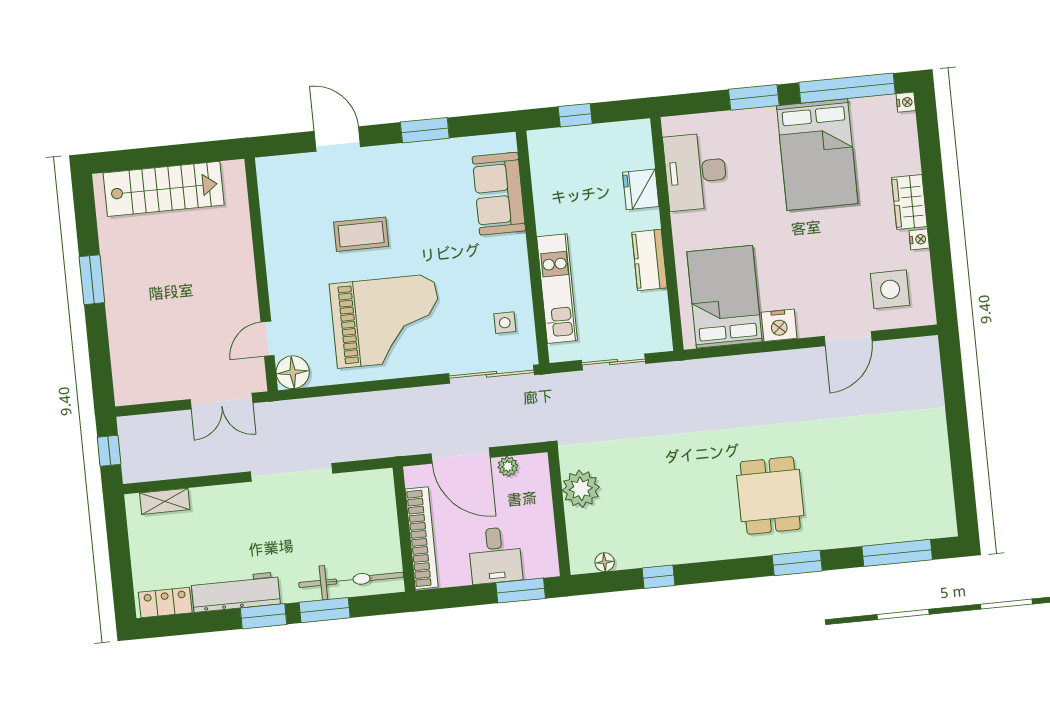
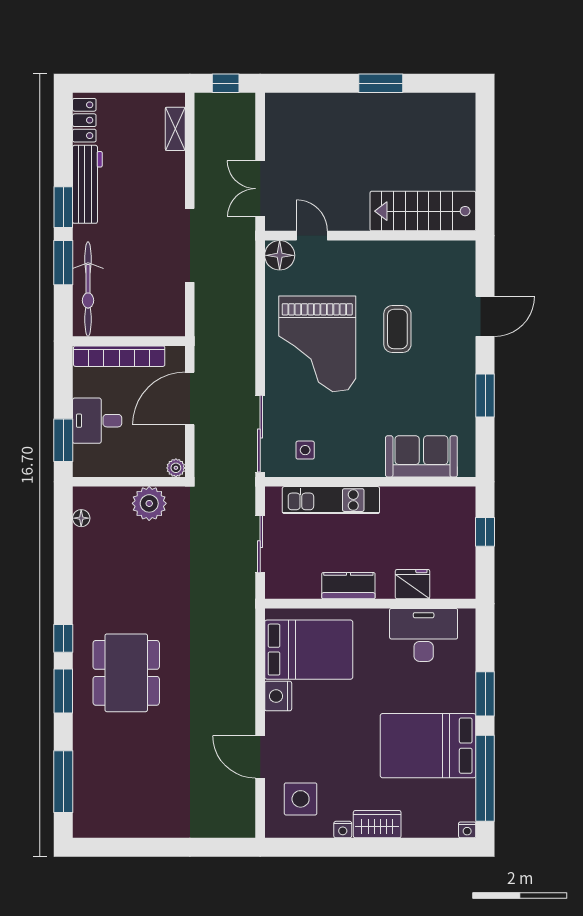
stairs: (164, 189) -> (423, 211), moved, turned 90
plant: (508, 466) -> (176, 468), moved
dining table: (770, 495) -> (126, 673), width x1.37
window: (659, 577) -> (63, 638), moved

